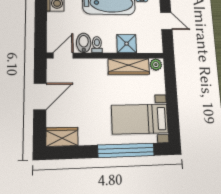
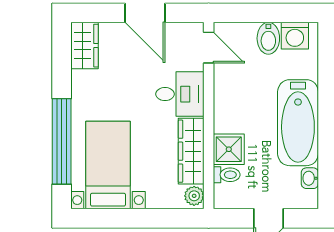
bidet: (84, 43) -> (268, 38), moved, turned 90
toilet: (97, 45) -> (227, 175), moved
desk: (93, 73) -> (180, 94), added

